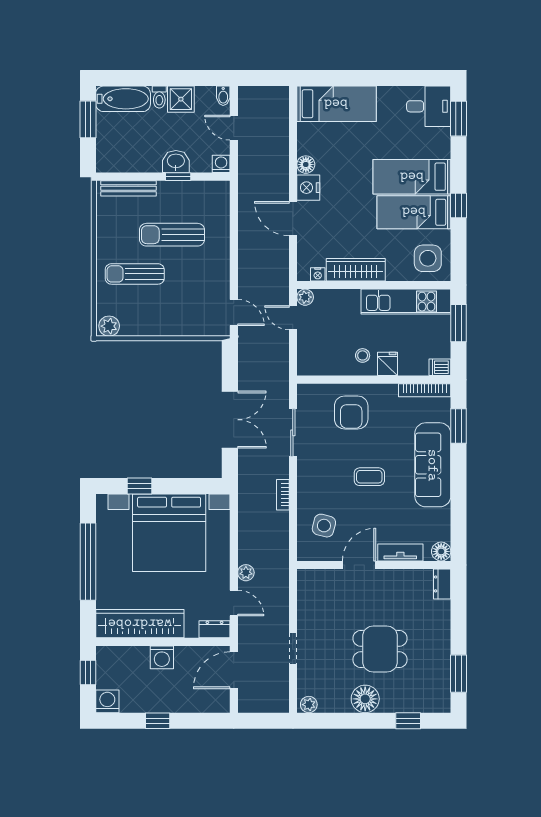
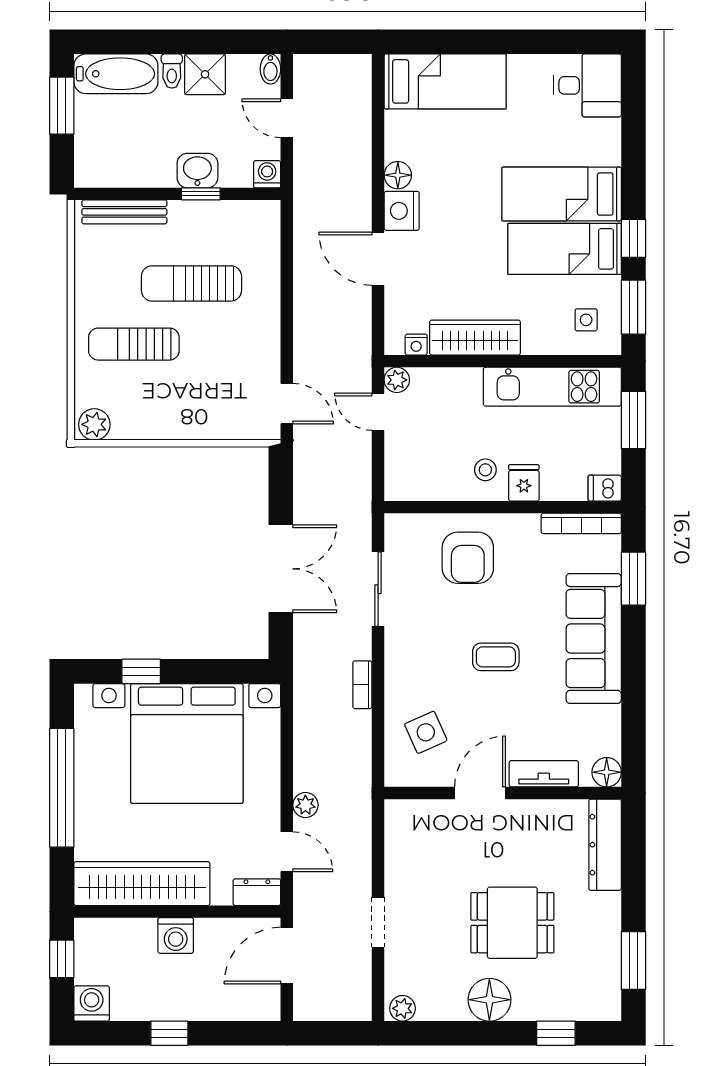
window: (459, 119) -> (634, 307), moved
side table: (428, 258) -> (586, 320), width x0.54, depth x0.54
side table: (324, 526) -> (426, 732), turned -38
dresser: (442, 584) -> (605, 845), width x1.96, depth x1.24

